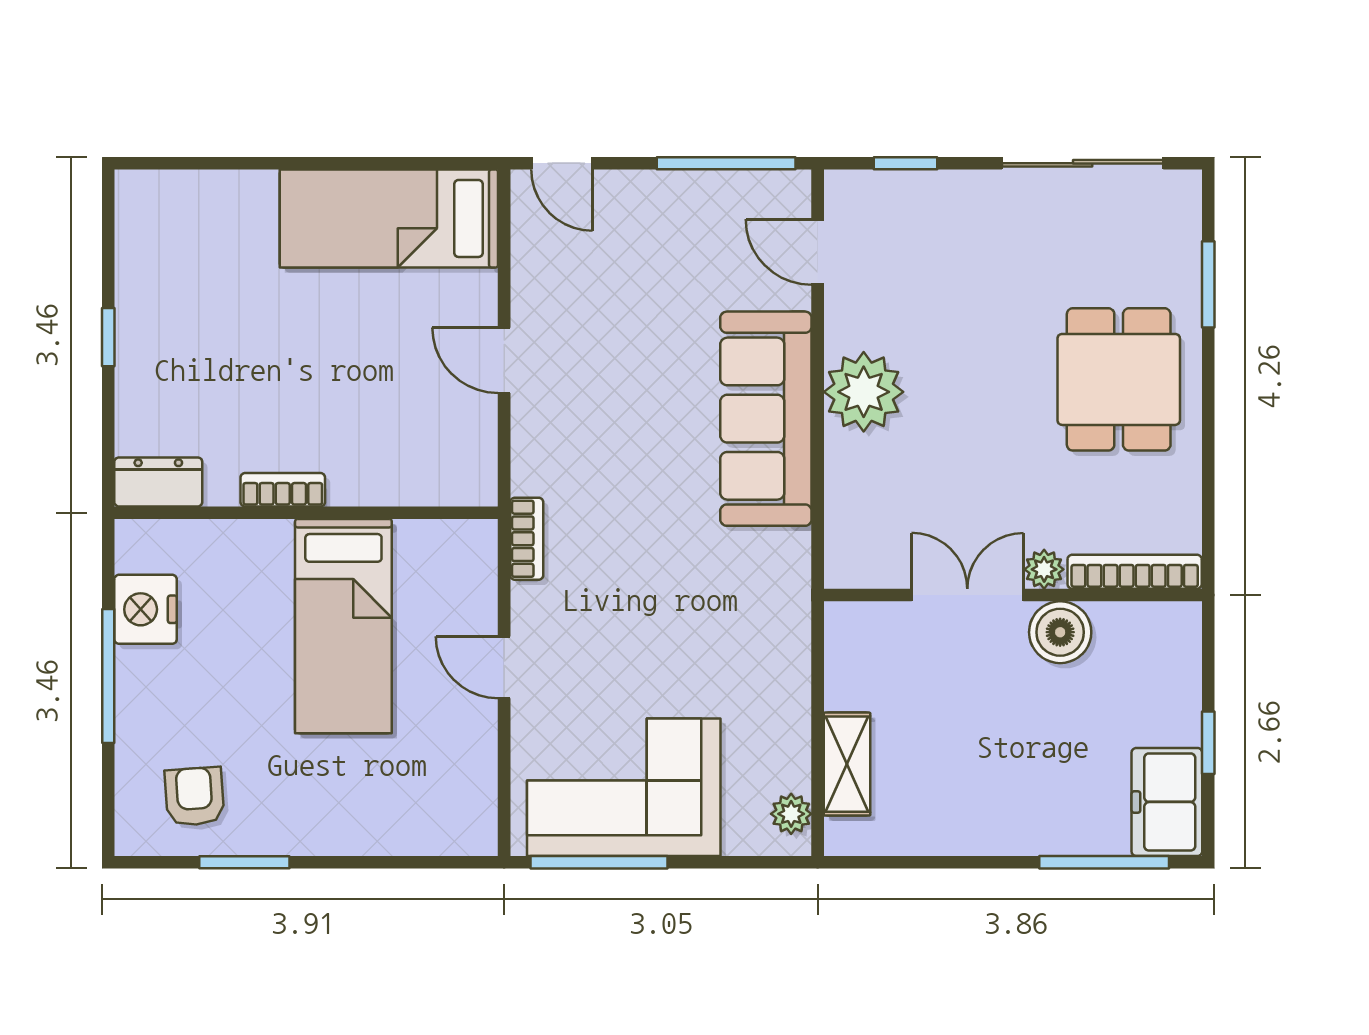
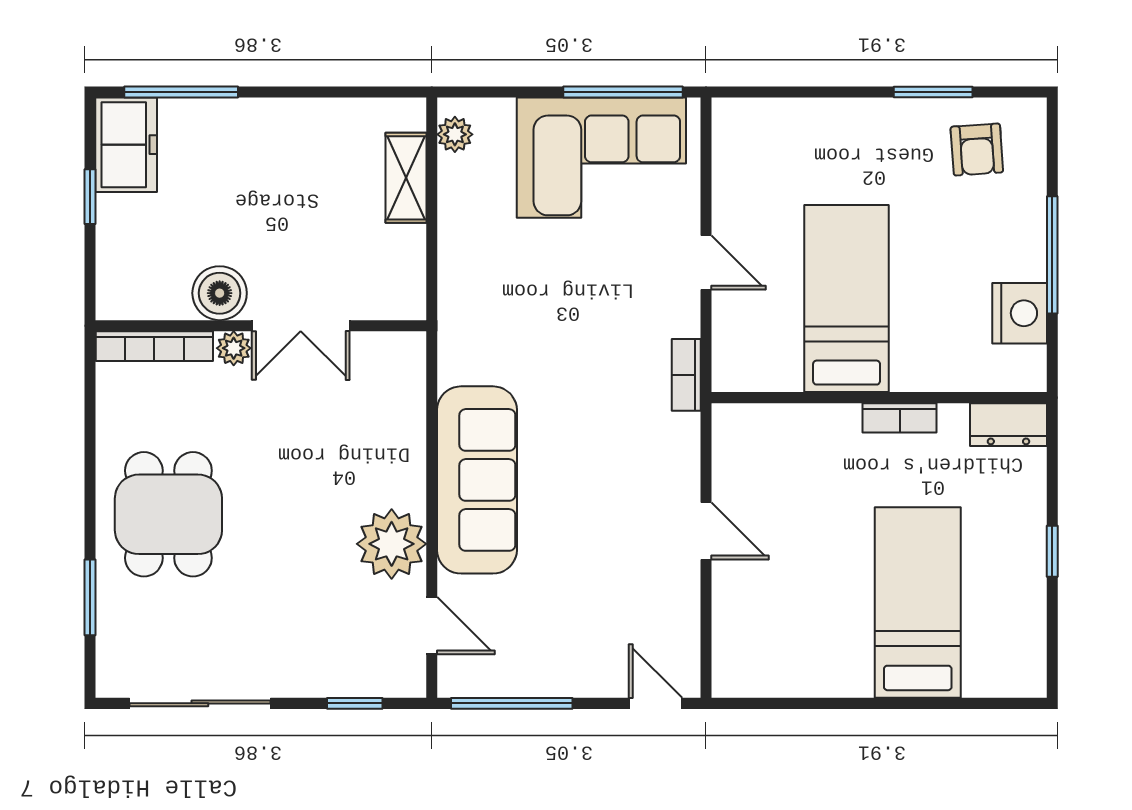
bed: (389, 218) -> (918, 603), moved, turned -90
plant: (864, 392) -> (392, 544), moved

